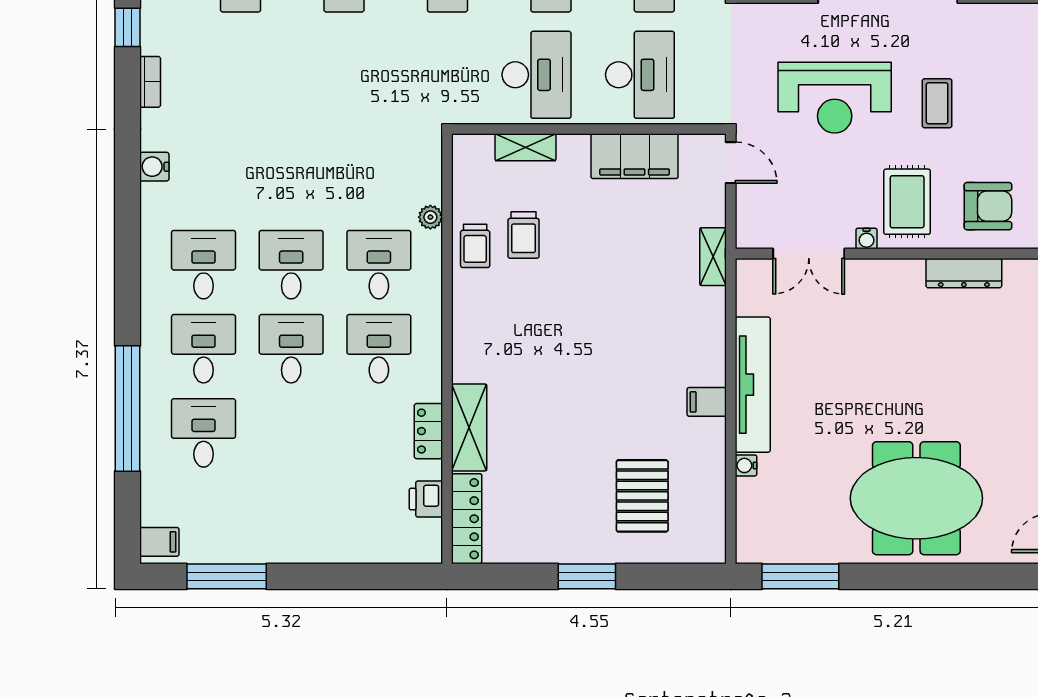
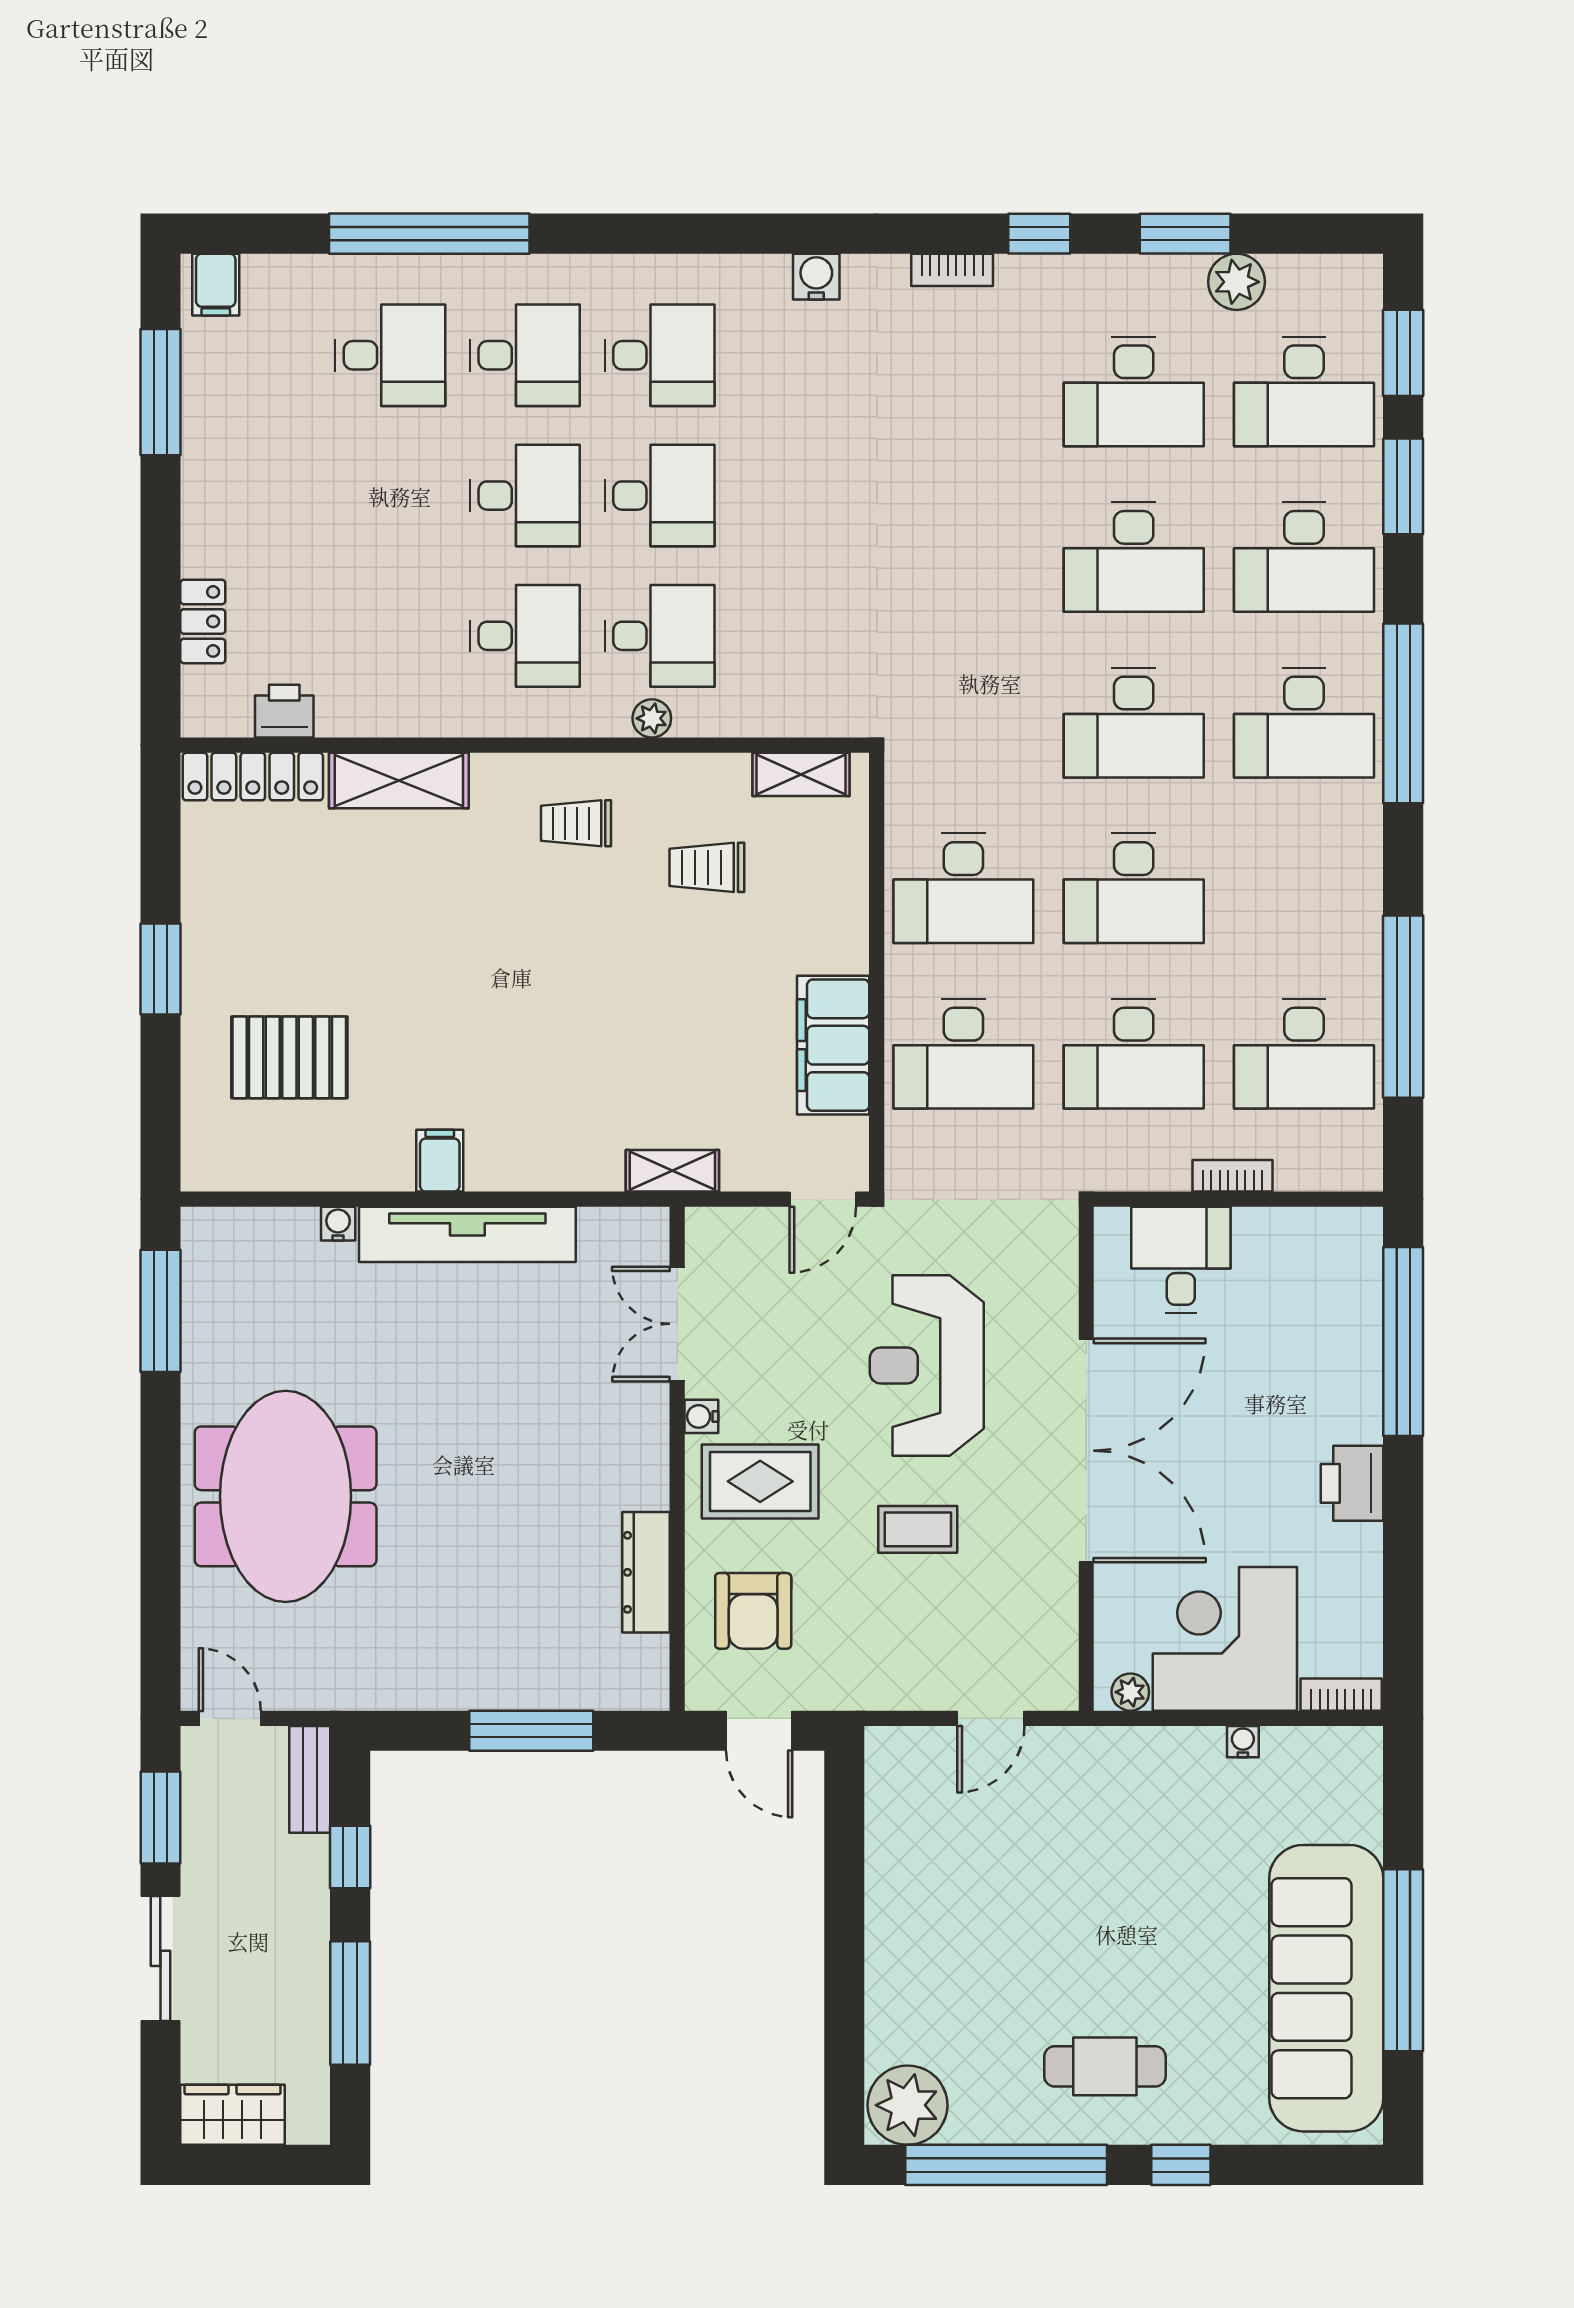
shelving: (525, 147) -> (801, 774), moved, turned 90
plant: (430, 217) -> (652, 718), moved
trolley: (475, 246) -> (576, 823), moved
locker: (428, 431) -> (203, 621), moved, turned 90

